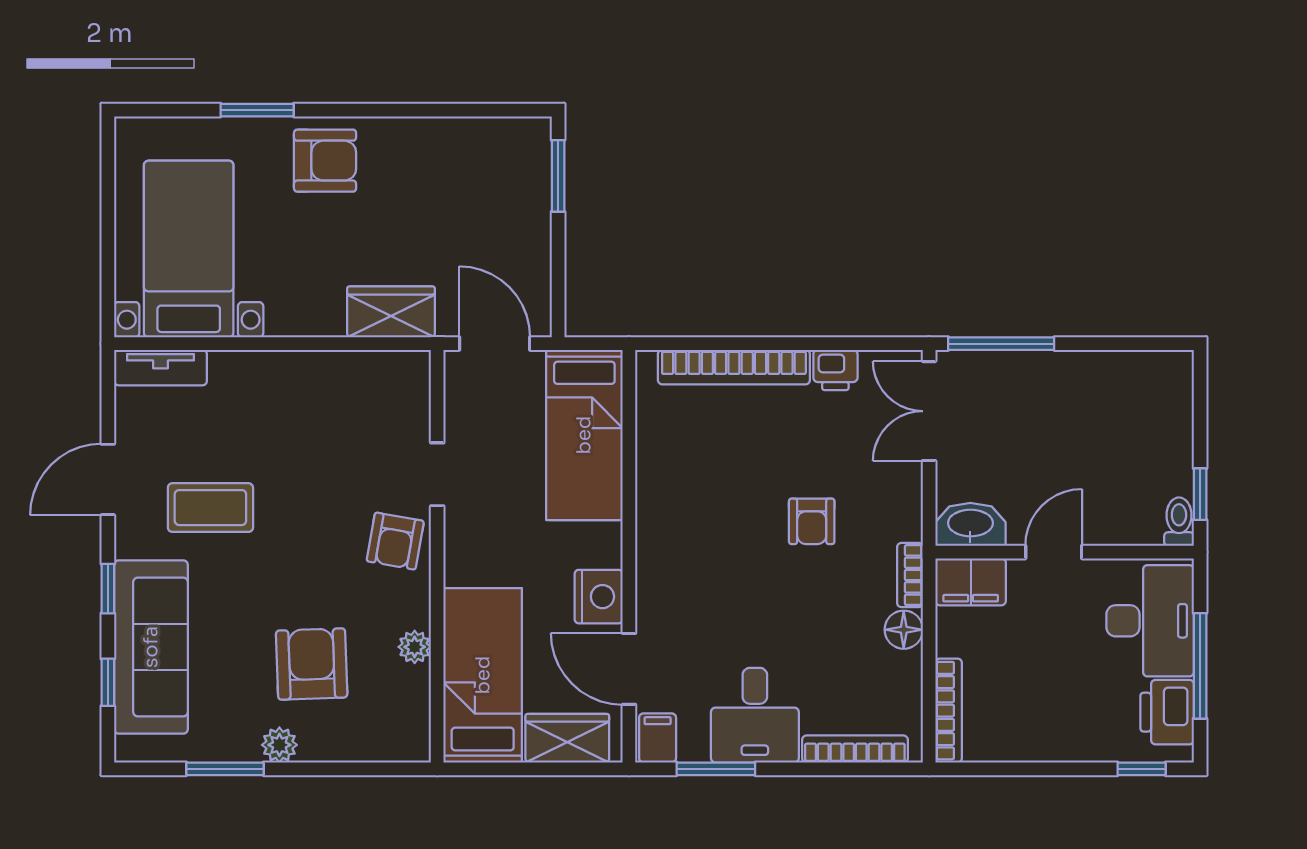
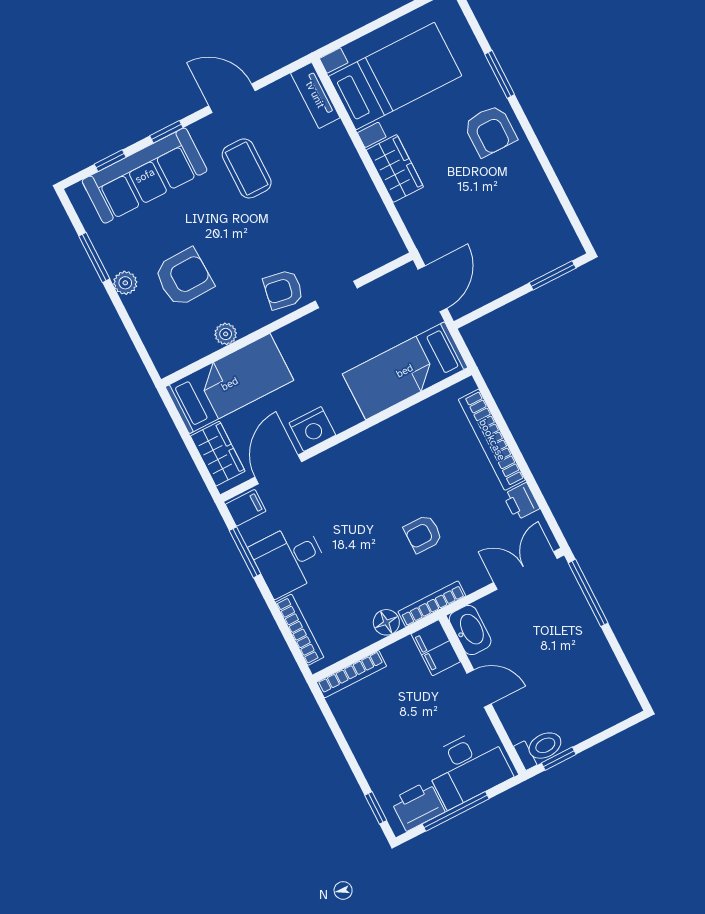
wardrobe: (391, 312) -> (395, 168), moved
toilet: (1179, 522) -> (540, 748), width x1.37, depth x1.39
bookcase: (910, 575) -> (432, 604), width x1.56

